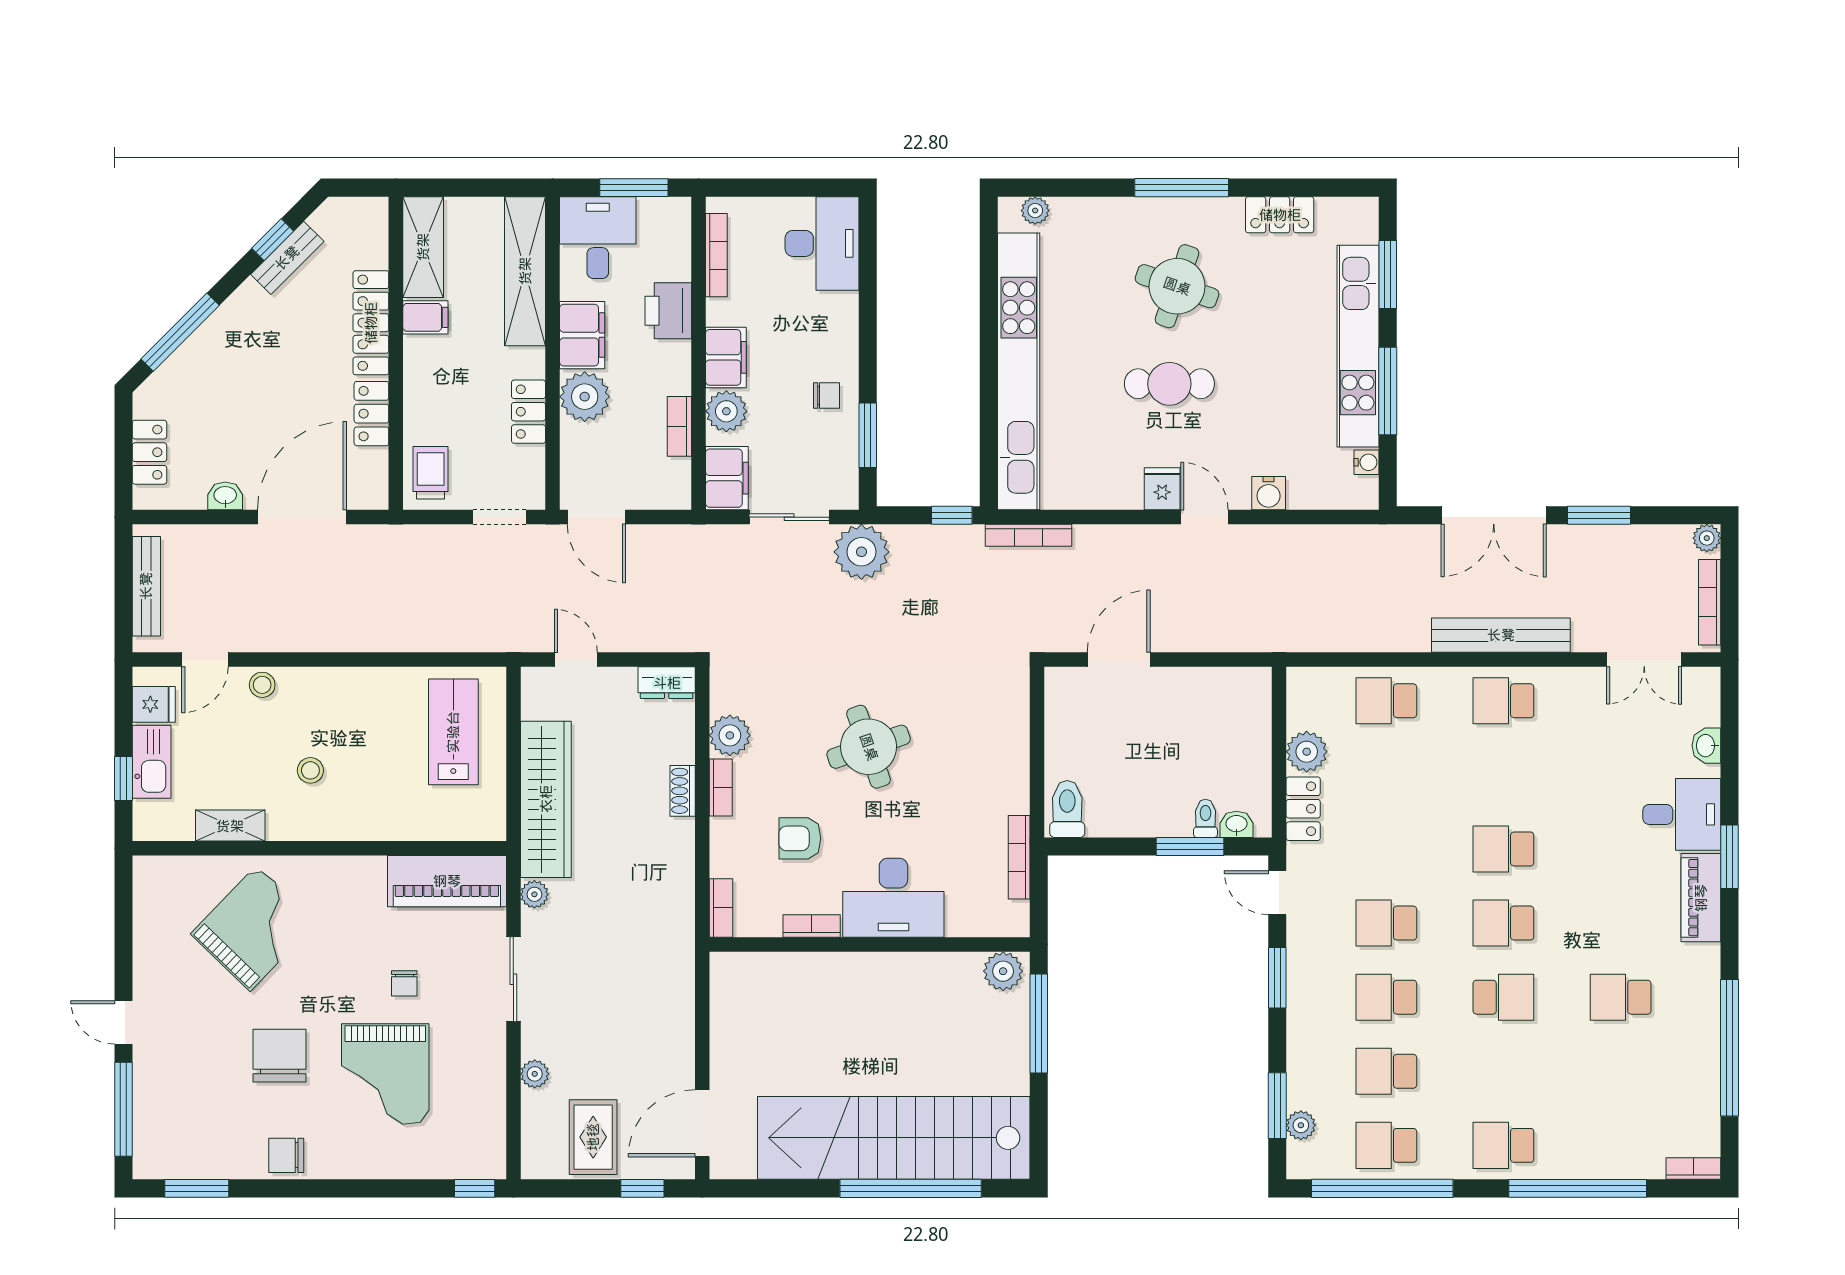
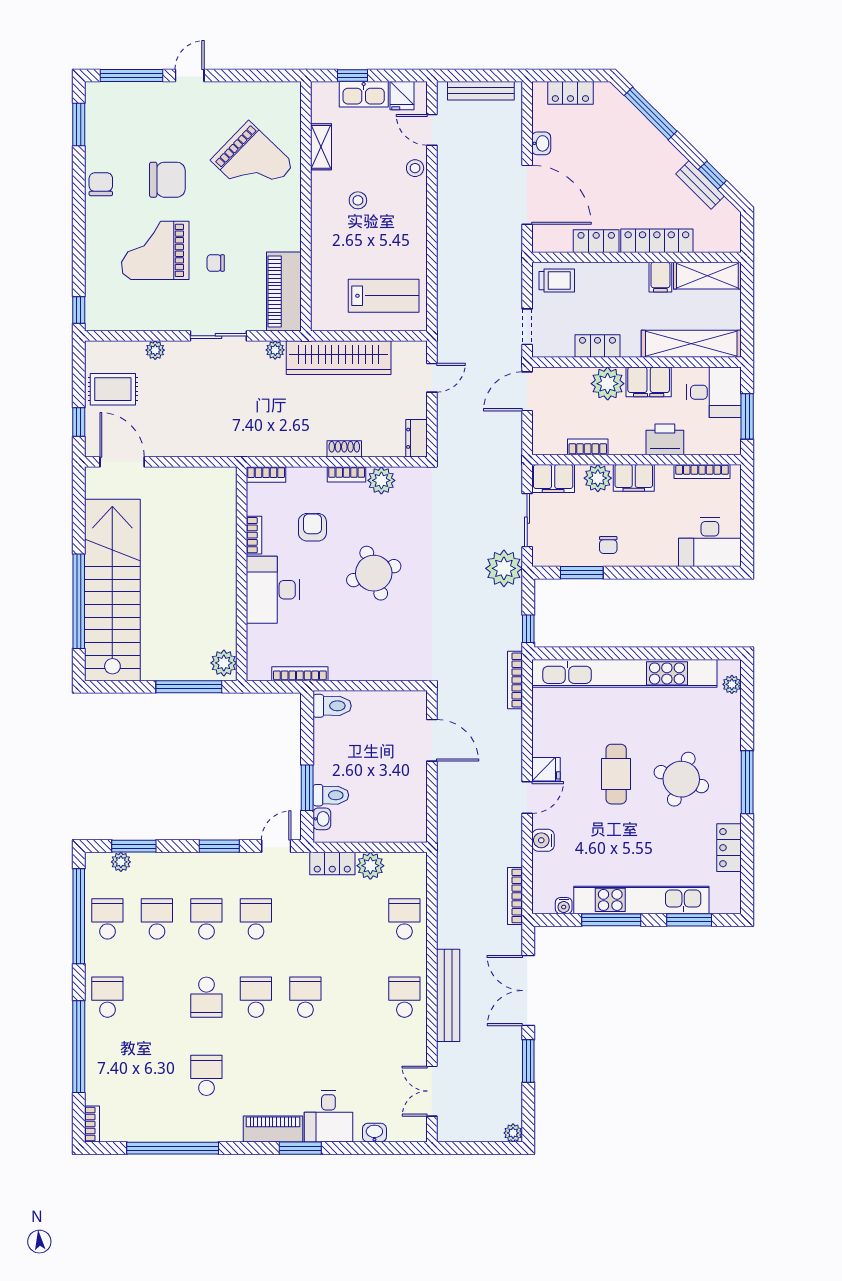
bookcase: (1710, 602) -> (515, 896), moved, turned -90
toilet: (1205, 818) -> (331, 795), width x1.37, depth x1.39

